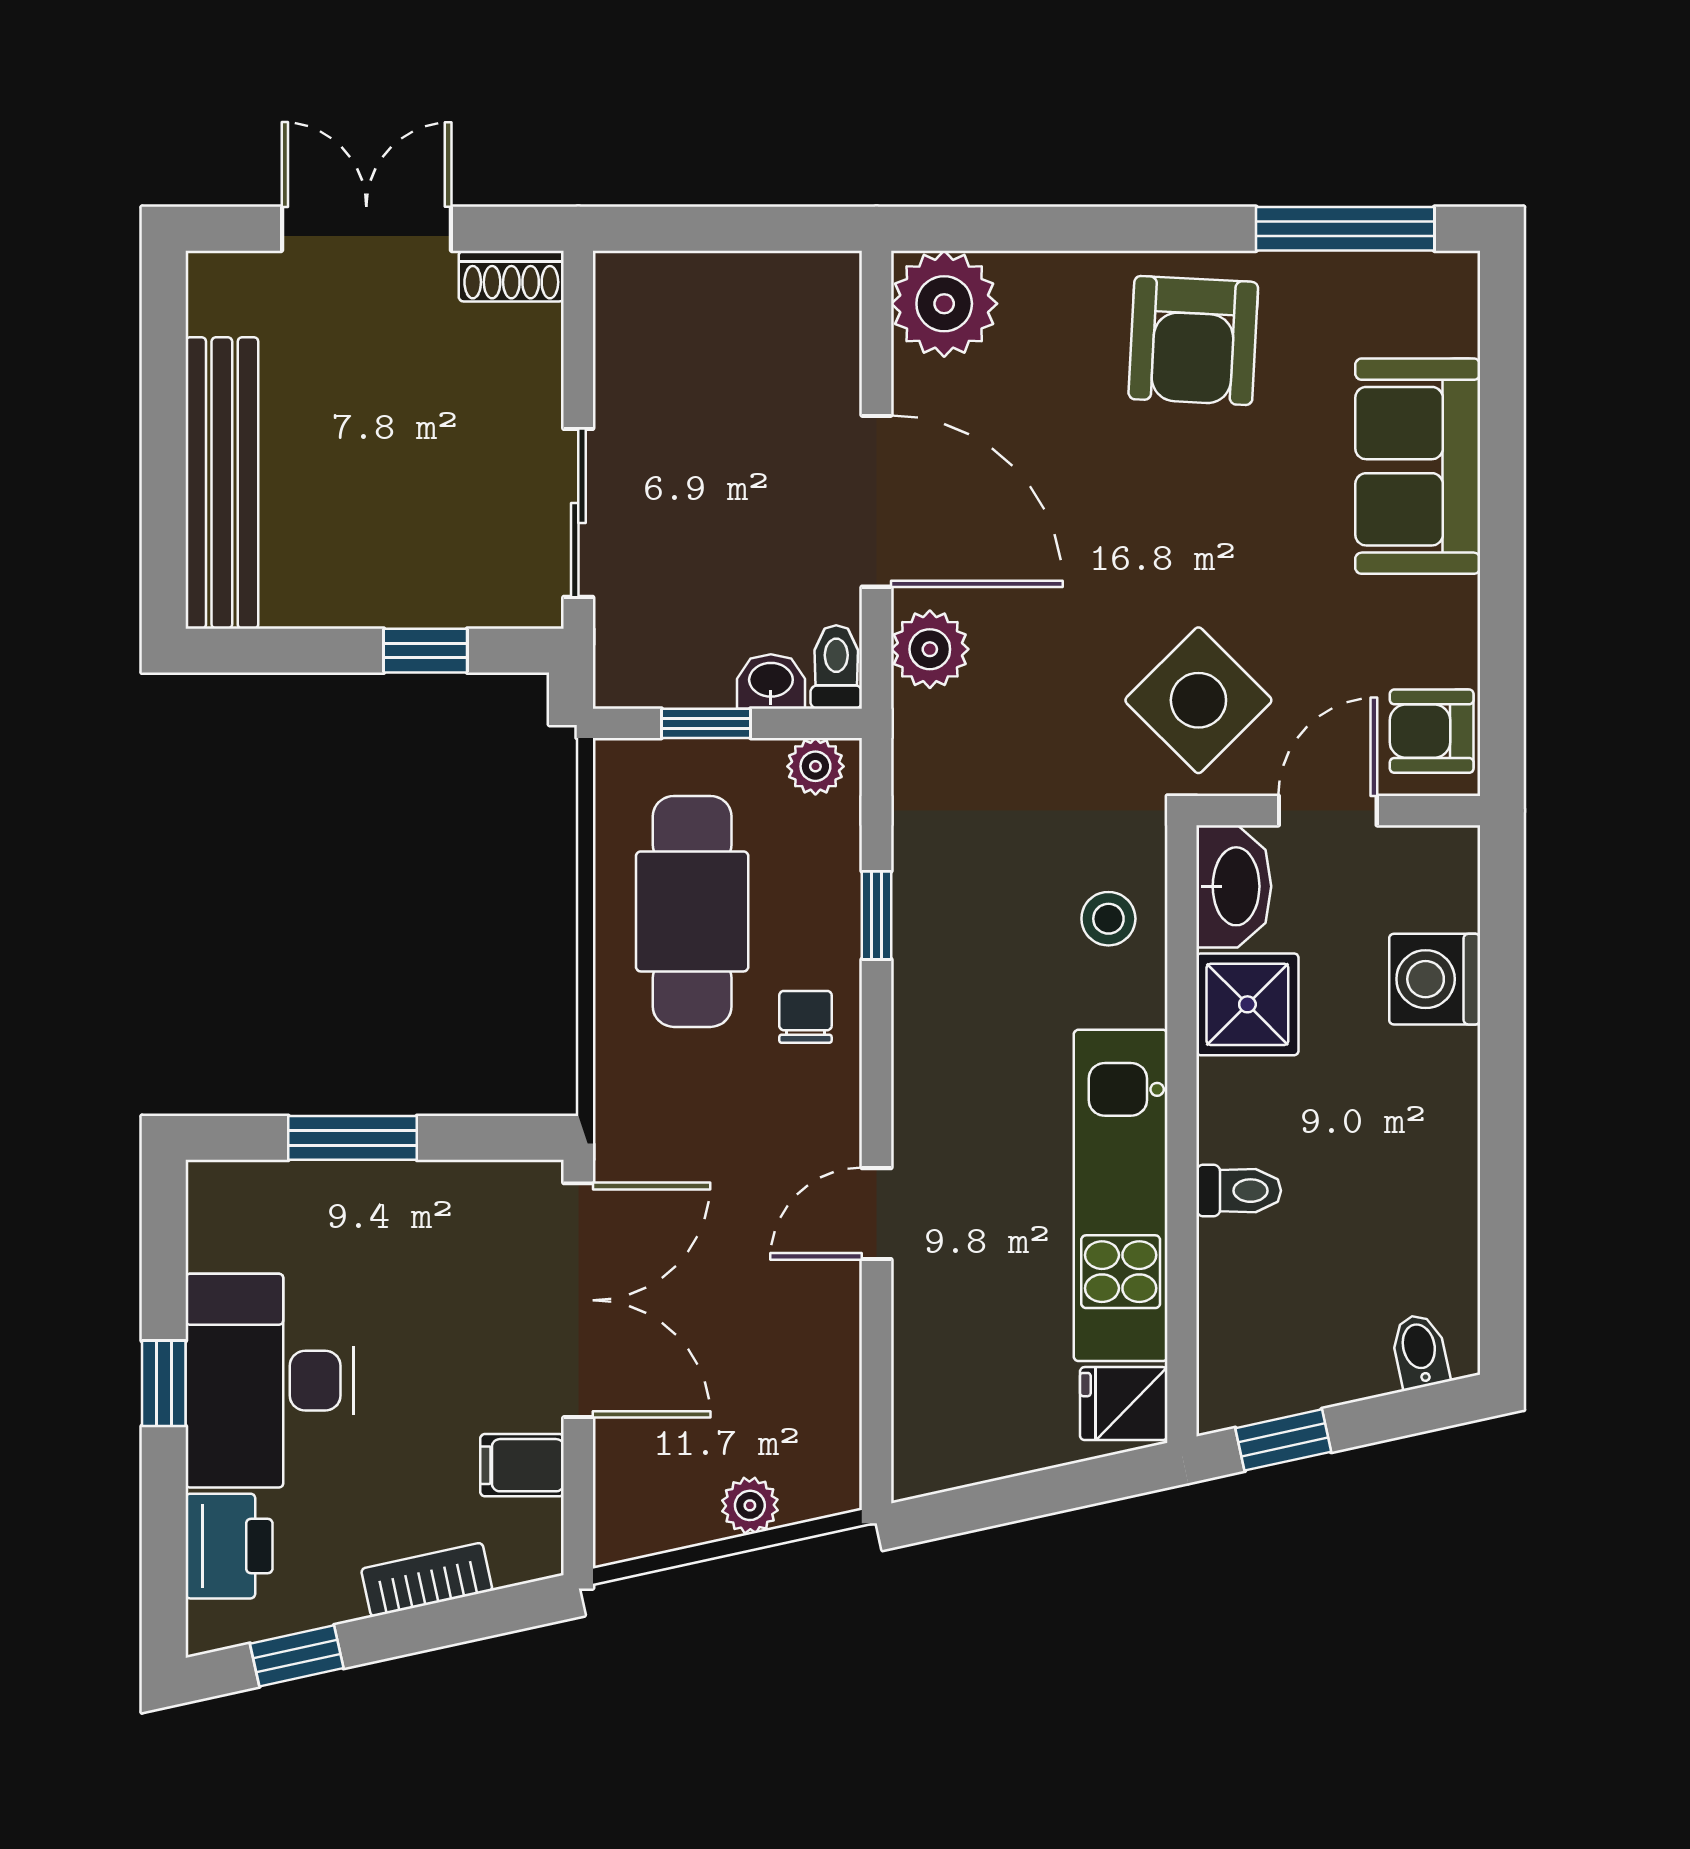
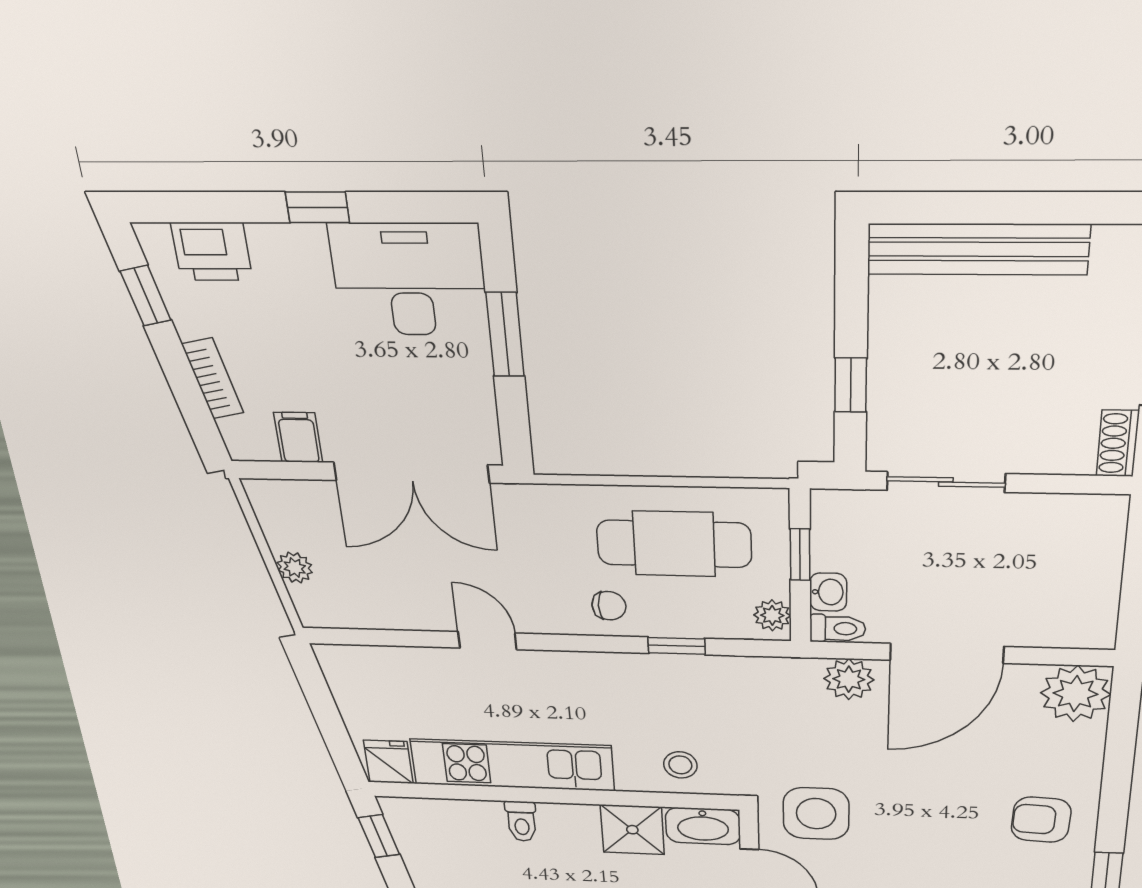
armchair: (1193, 341) -> (1041, 820), width x0.72, depth x0.72
side table: (1198, 700) -> (816, 814), turned 45
desk: (270, 1381) -> (409, 280), moved

